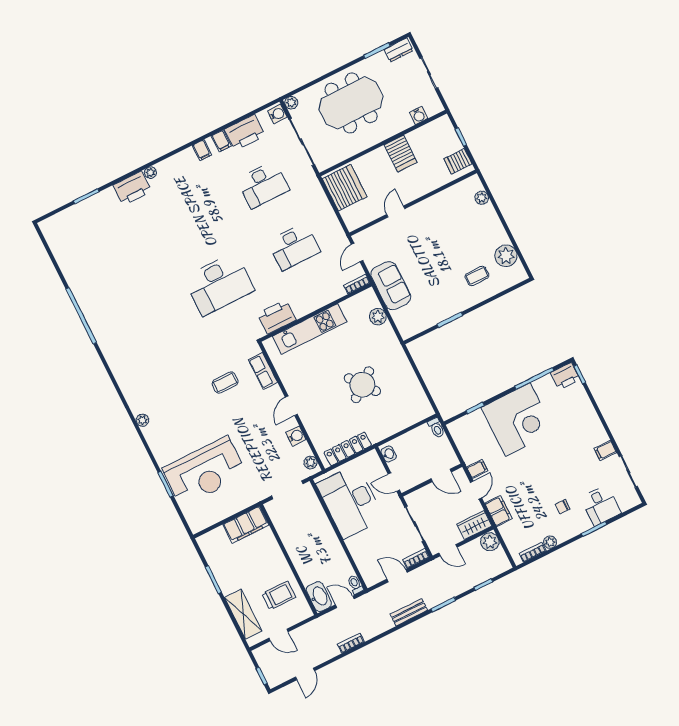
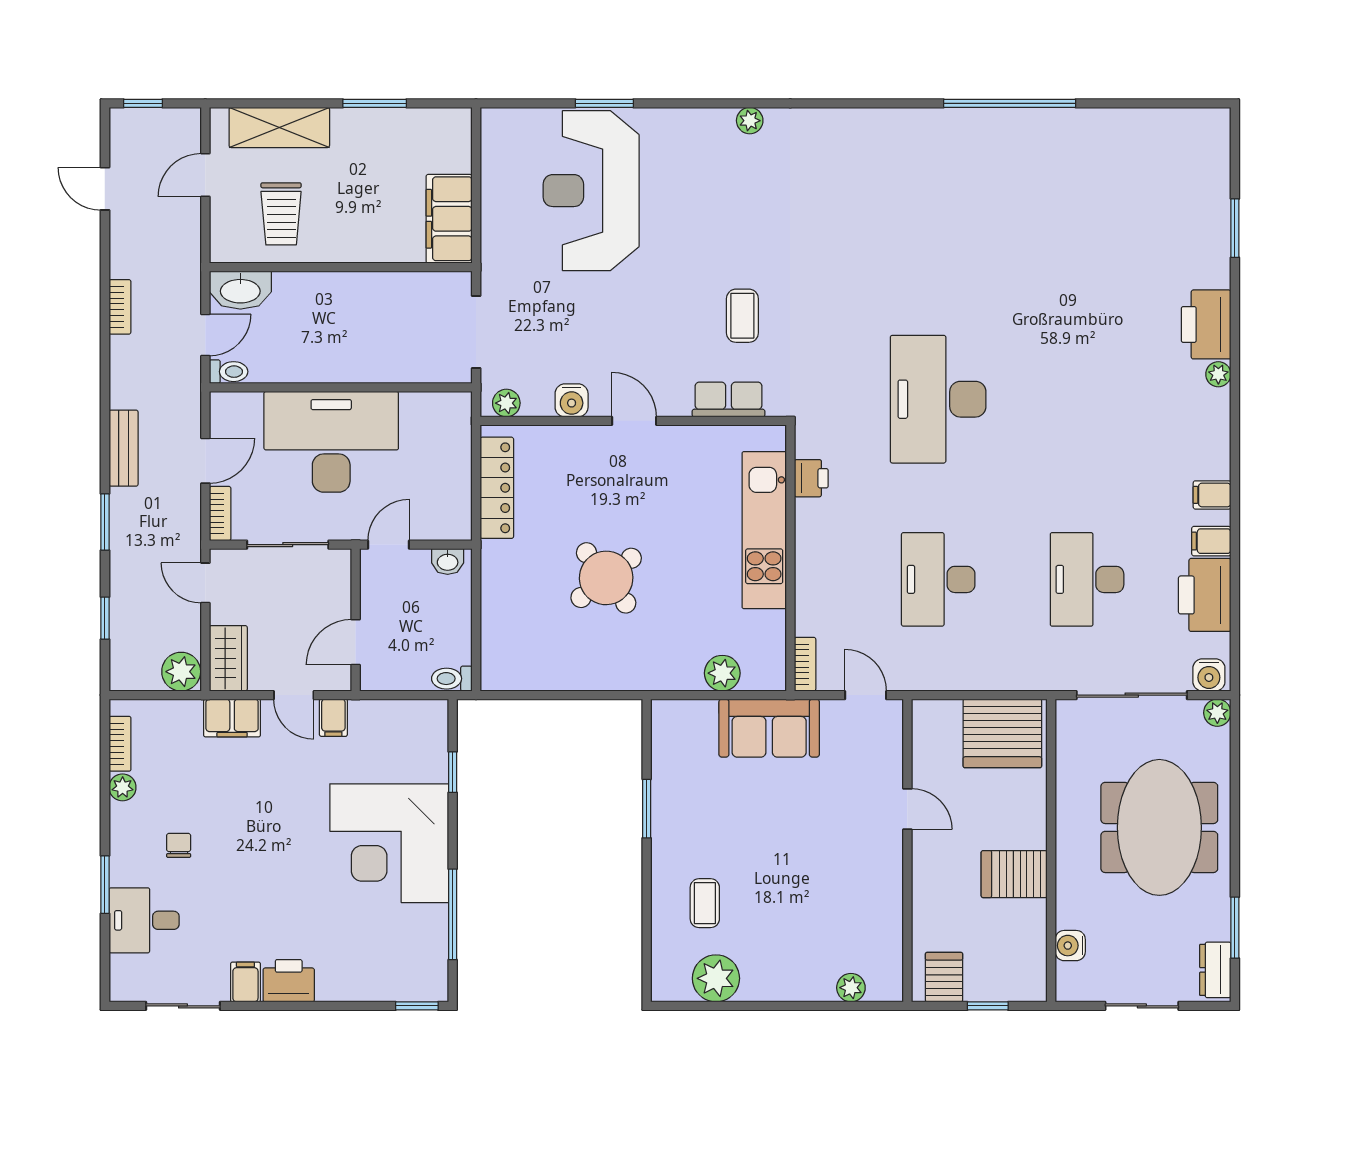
printer: (277, 317) -> (811, 478), width x0.53, depth x0.68
printer: (565, 376) -> (289, 981), moved, turned 90
desk: (350, 502) -> (331, 442), moved
door: (448, 550) -> (205, 583), hinge flipped

